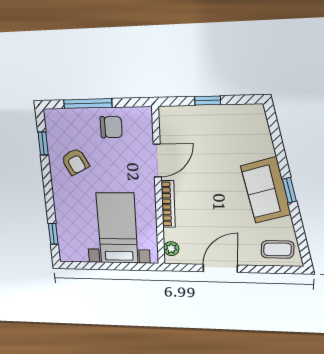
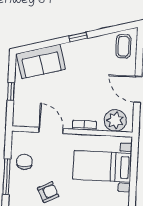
sofa: (266, 191) -> (41, 62), moved
bookcase: (168, 204) -> (84, 125), width x0.64
plant: (171, 249) -> (115, 121), width x1.87, depth x1.87

